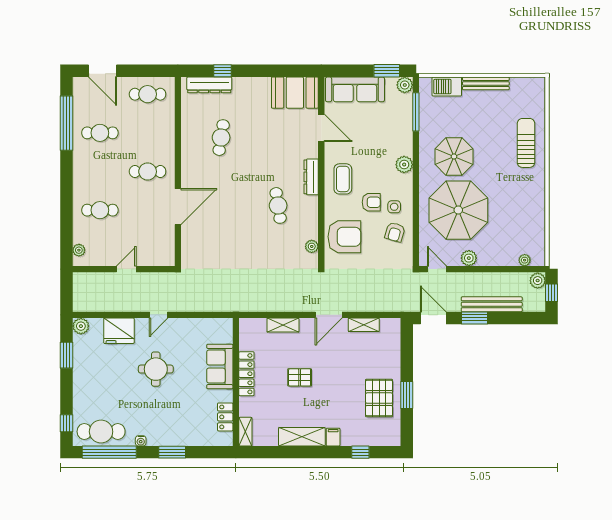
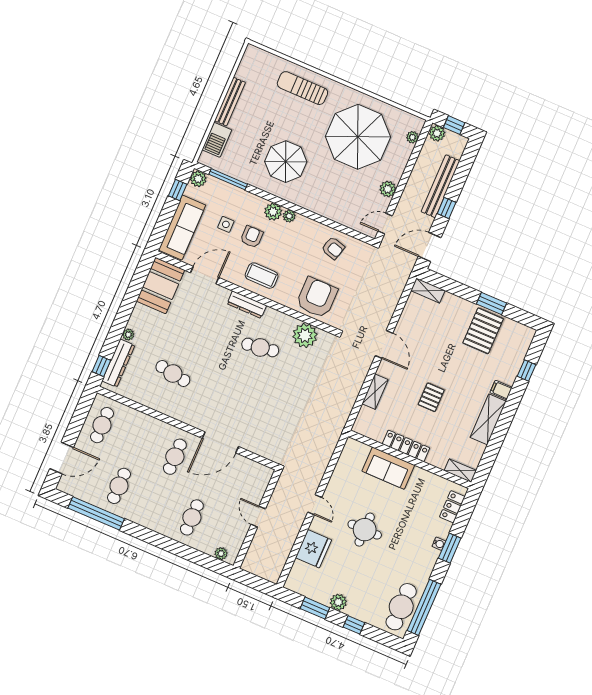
window: (222, 71) -> (101, 366), moved
window: (387, 71) -> (178, 190), width x0.67
plant: (239, 83) -> (128, 335), added
plant: (407, 180) -> (289, 216), added
armchair: (371, 202) -> (252, 237), moved
door: (178, 207) -> (220, 442), swing flipped
side table: (394, 207) -> (226, 224), moved
parasol: (458, 210) -> (358, 137), moved
plant: (312, 246) -> (305, 335), width x1.88, depth x1.88
window: (475, 318) -> (447, 208), width x0.67
shelving: (364, 325) -> (428, 291), moved, turned 90
plant: (81, 326) -> (338, 602), moved
pallet: (379, 398) -> (483, 331), turned 90
locker: (225, 417) -> (452, 507), moved, turned 90
window: (67, 423) -> (354, 625), moved
water cooler: (141, 441) -> (439, 544), moved

